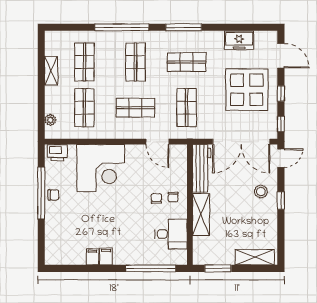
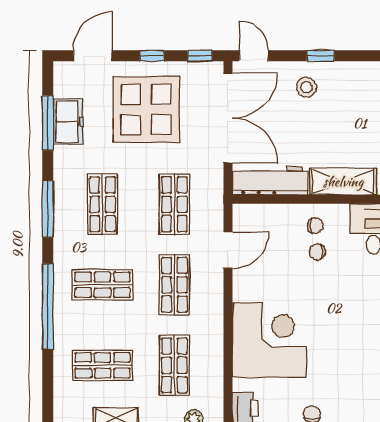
window: (238, 27) -> (48, 123), added
shop shelf: (84, 108) -> (174, 365), turned 90
shop shelf: (187, 108) -> (174, 204), turned 90

